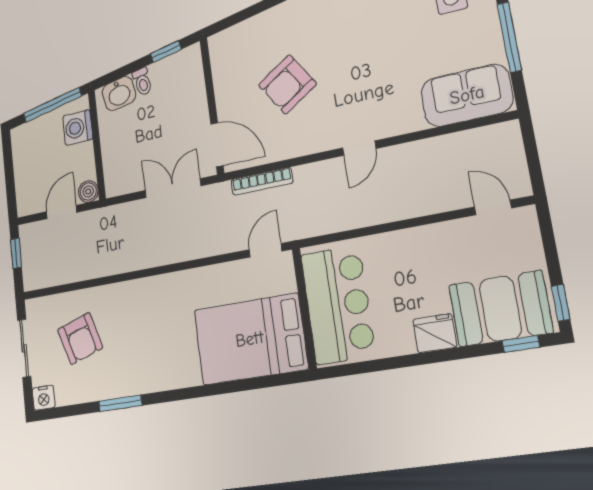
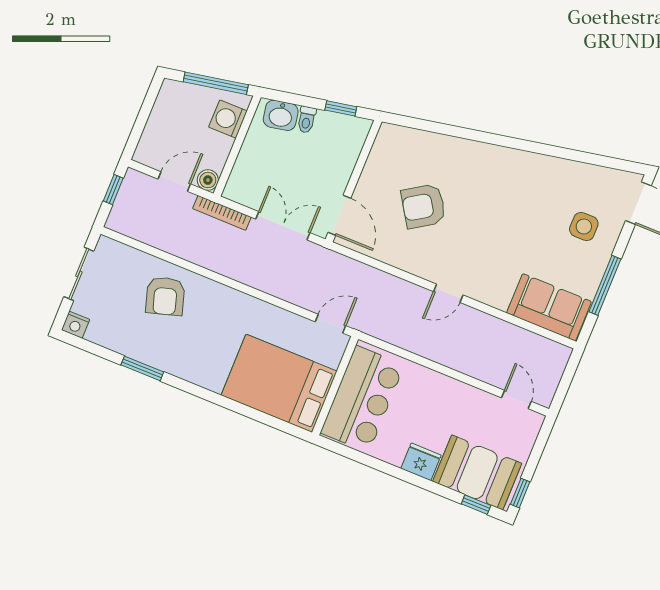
bookcase: (262, 181) -> (222, 213), moved
armchair: (80, 339) -> (165, 296), moved

